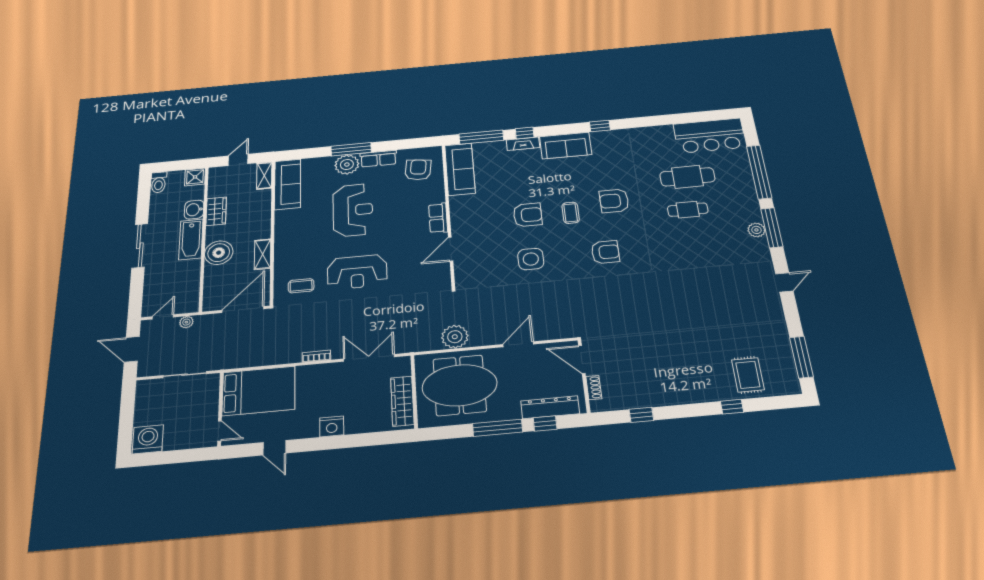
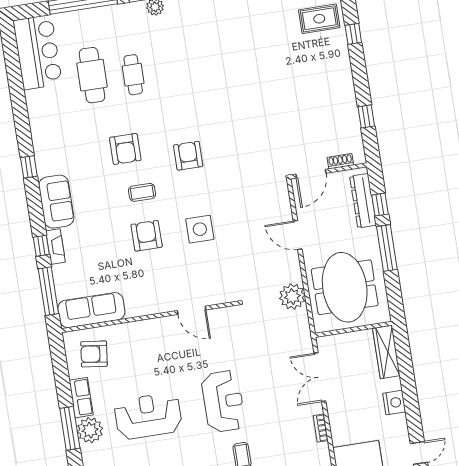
row of seats: (438, 218) -> (154, 327), removed
wardrobe: (402, 401) -> (386, 352), moved, turned 90

